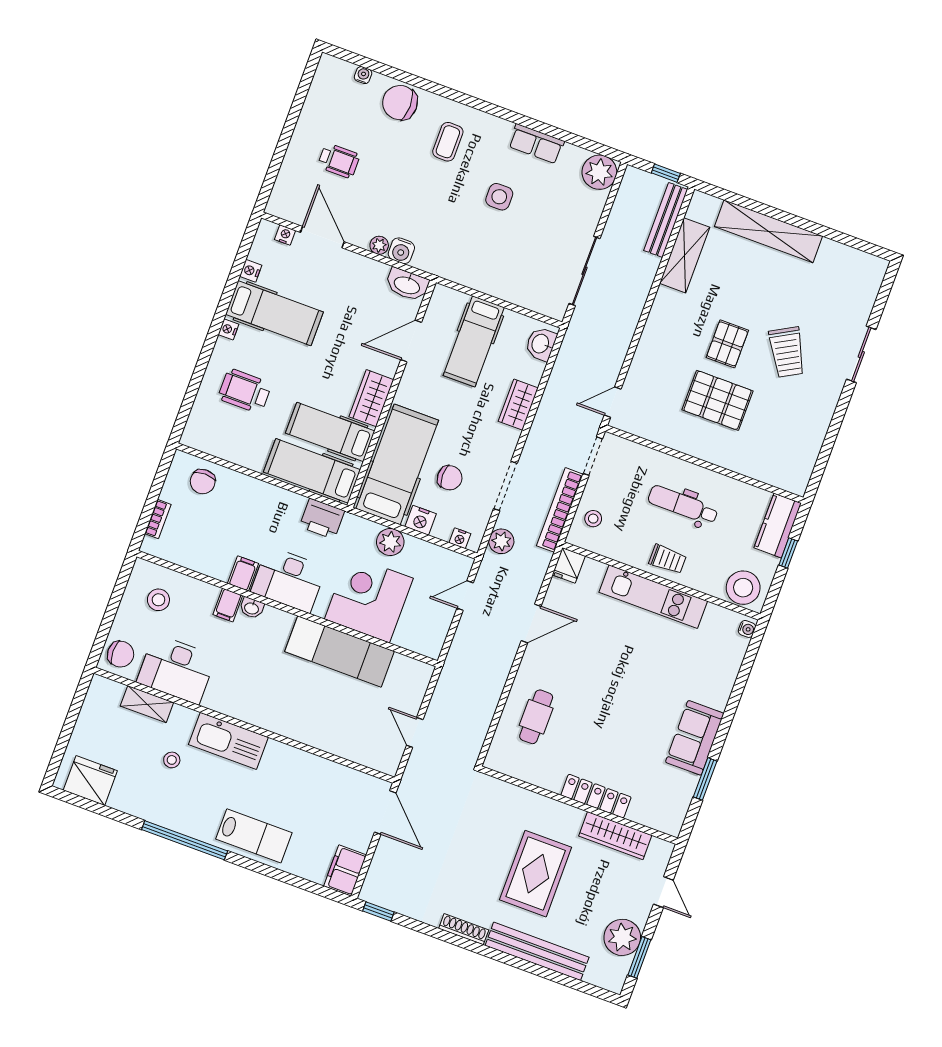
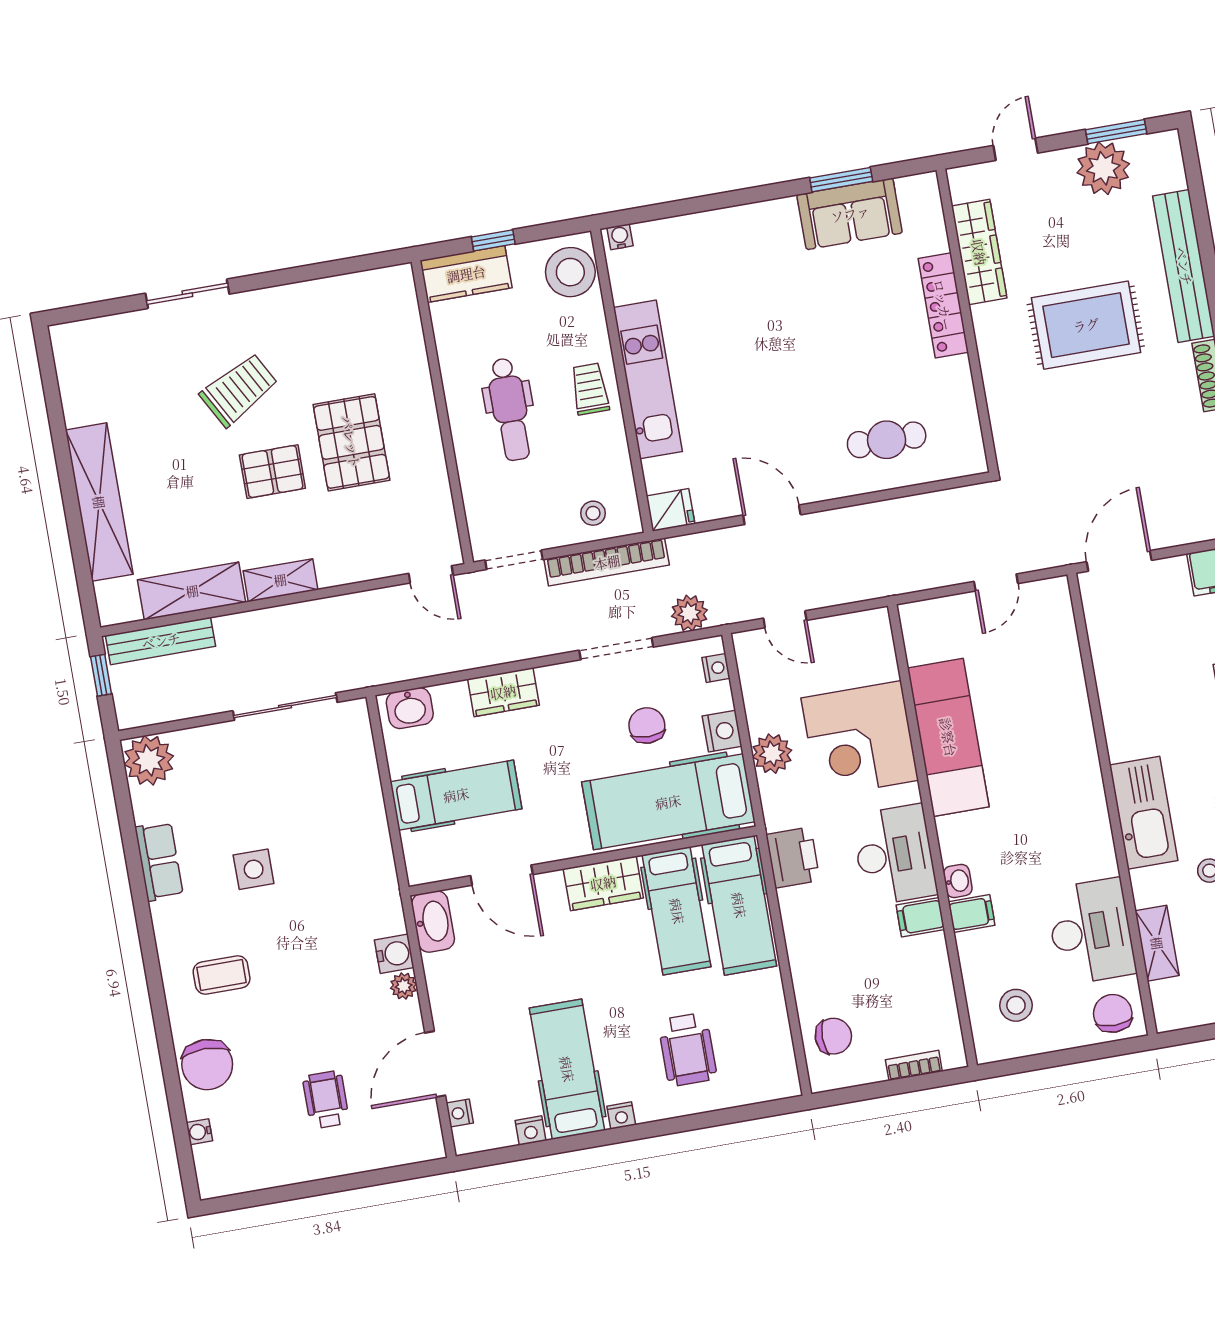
shelving: (661, 311) -> (280, 580), added
sofa: (695, 738) -> (850, 214), moved

